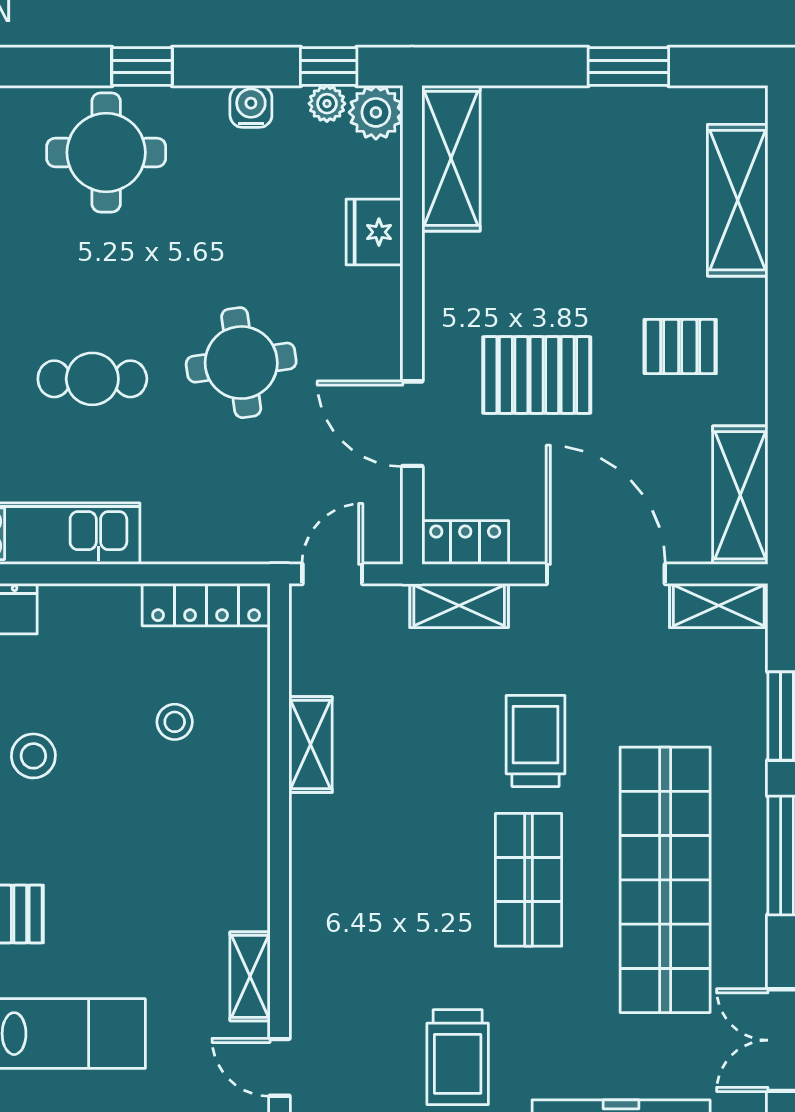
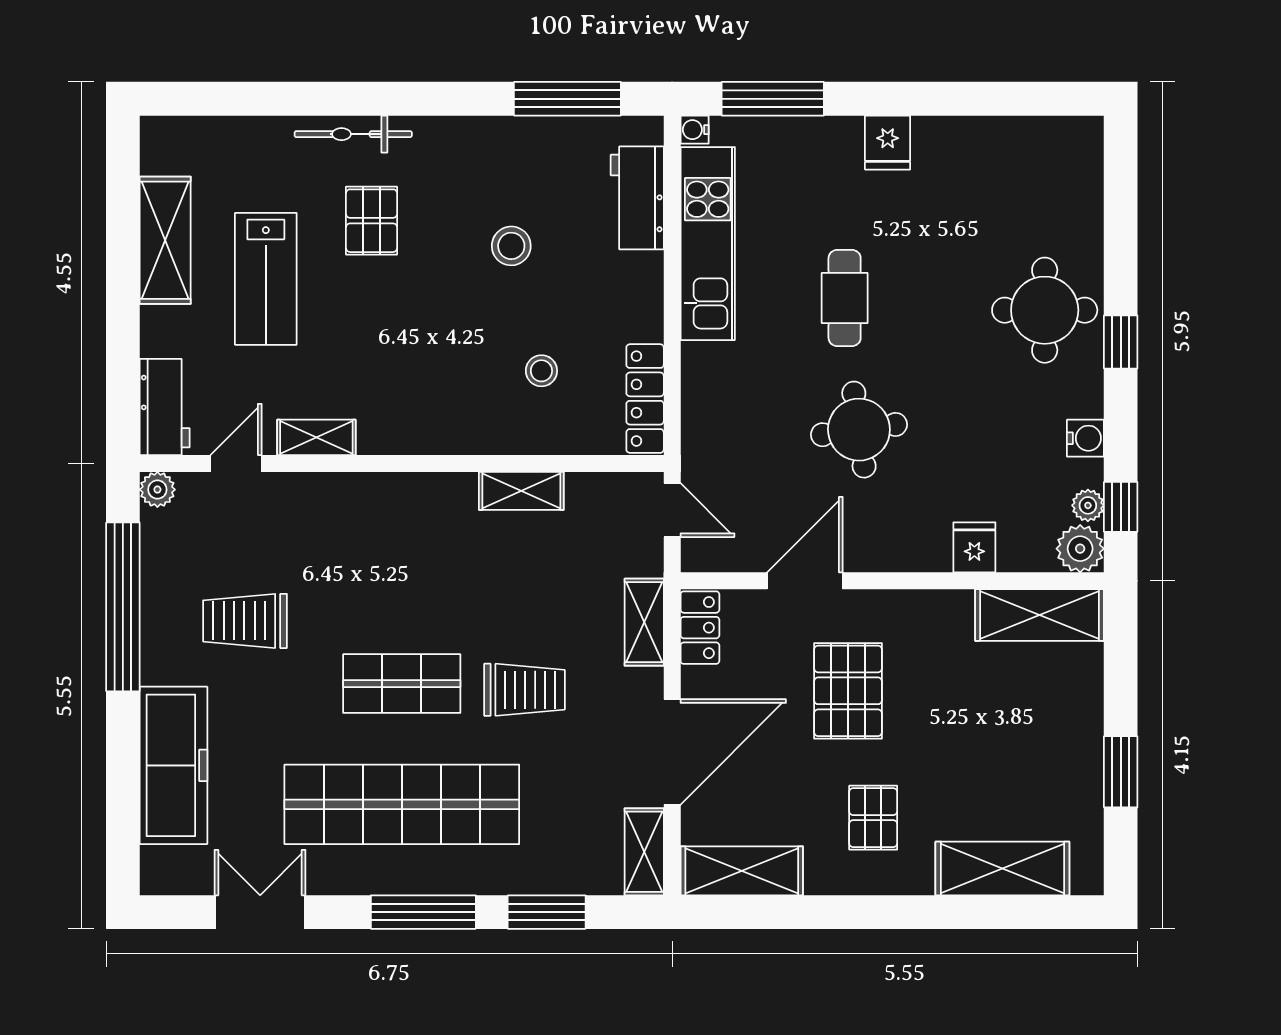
fridge: (374, 232) -> (974, 547), width x0.72

